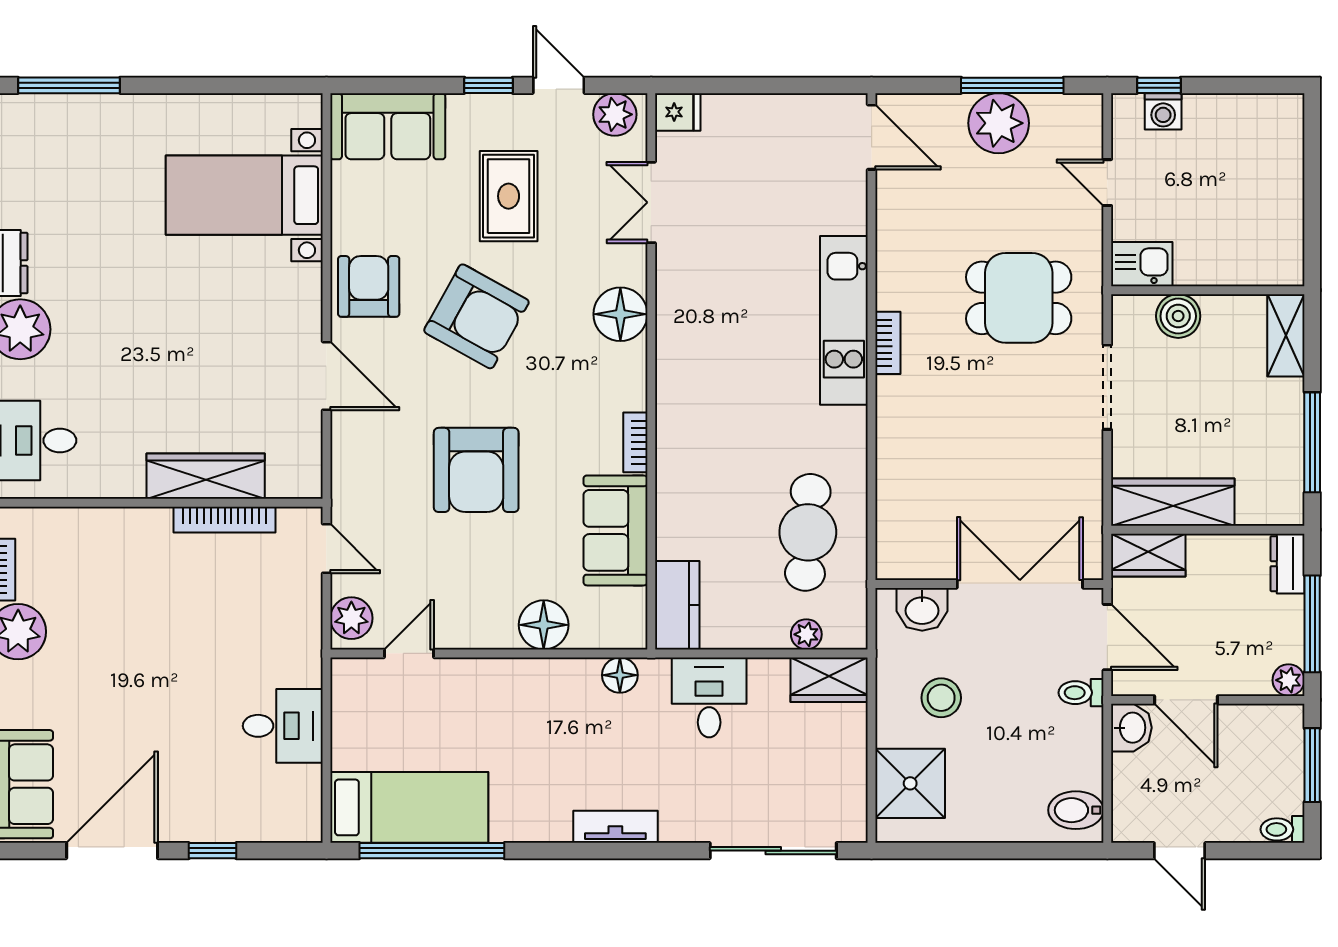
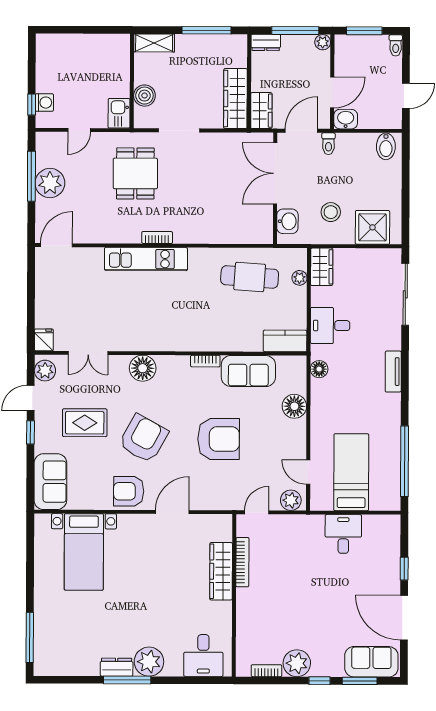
bed: (409, 807) -> (351, 472), moved

